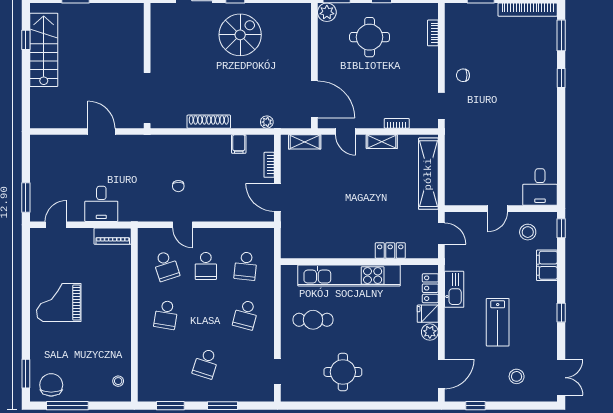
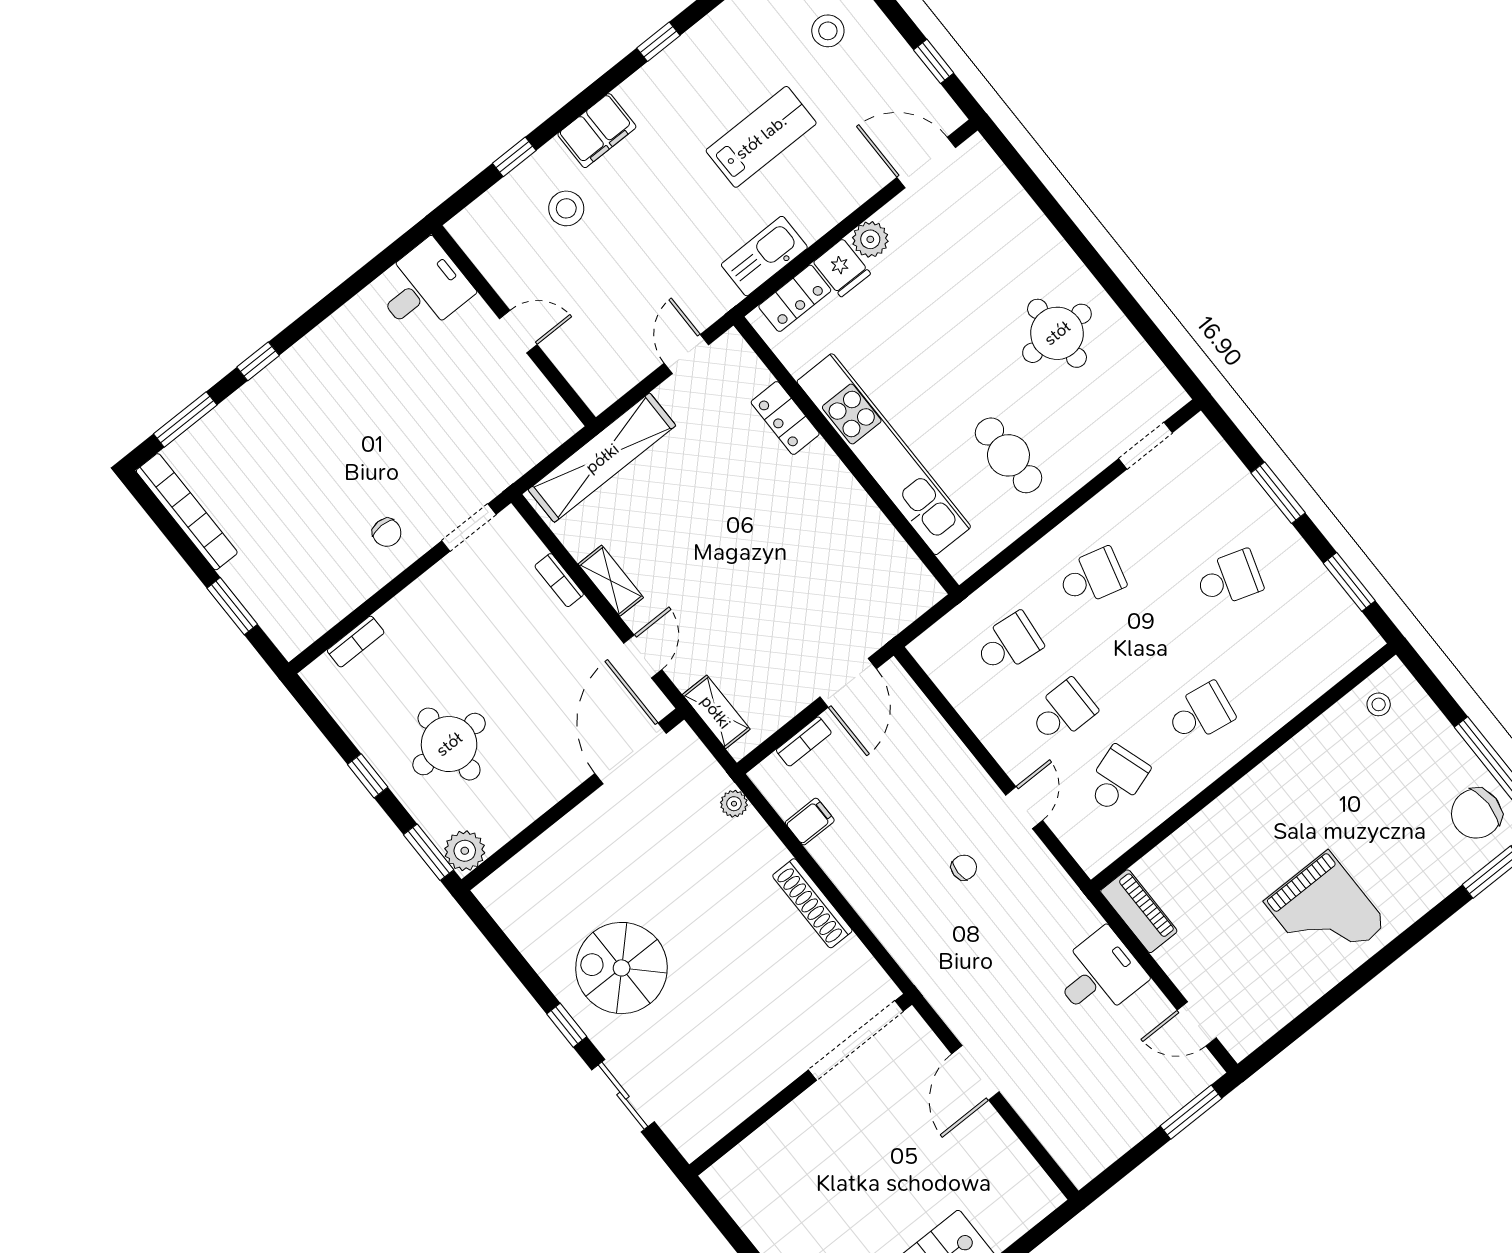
desk: (540, 187) -> (423, 288), moved
door: (497, 209) -> (518, 332), moved
wall: (501, 209) -> (514, 326), moved

